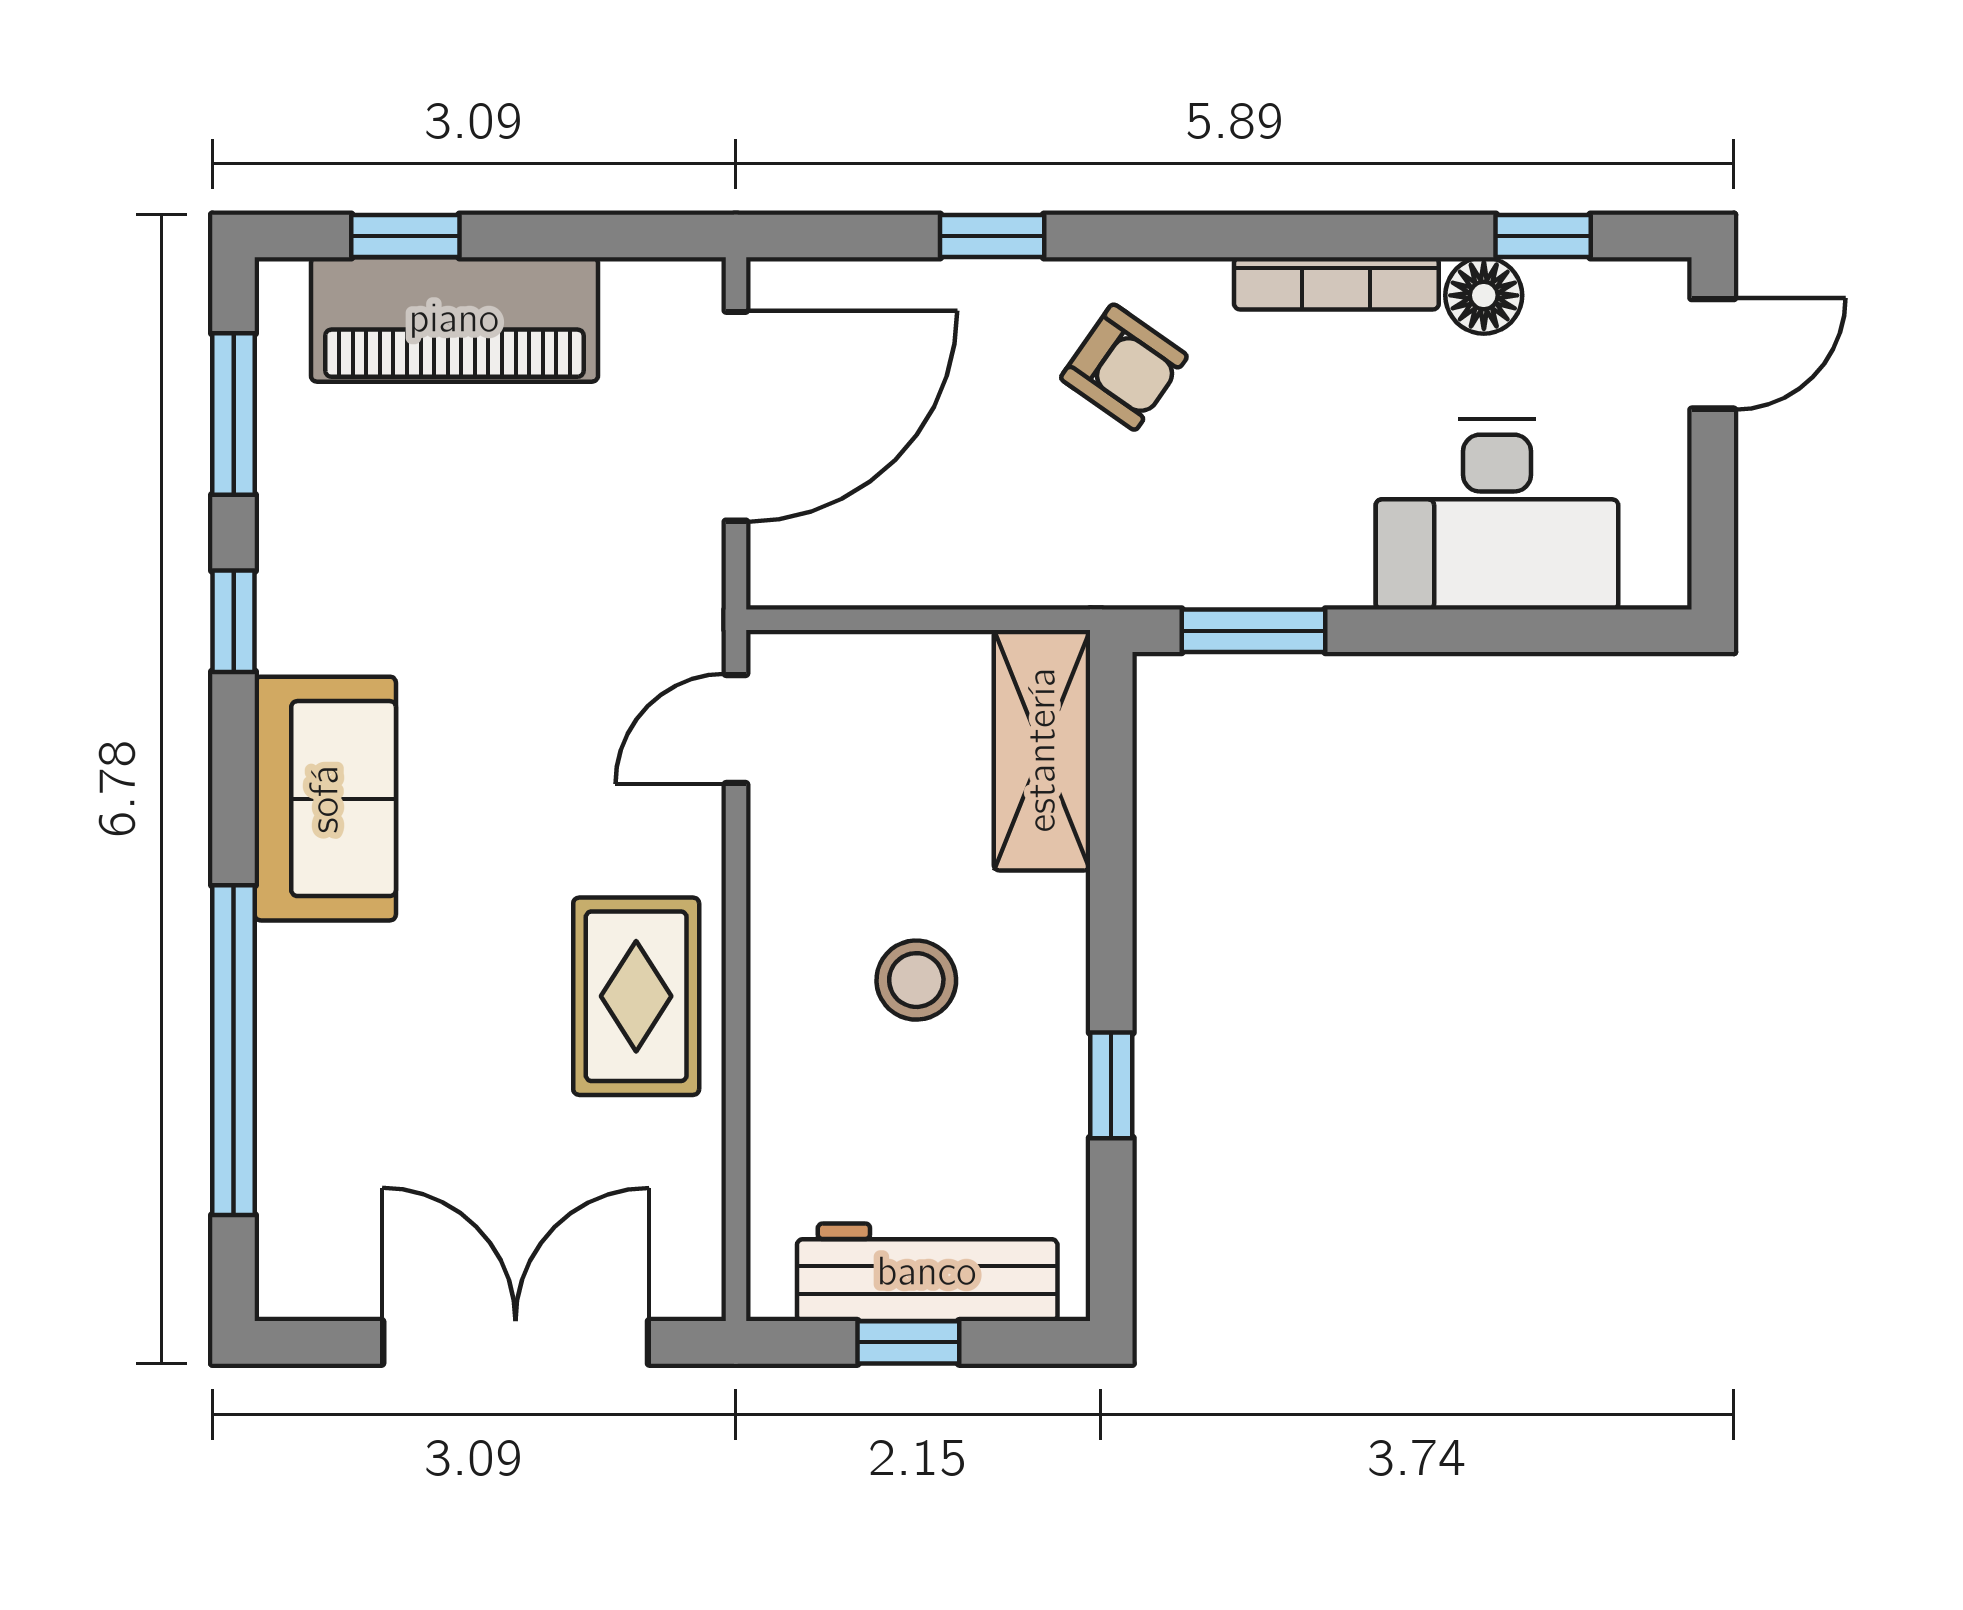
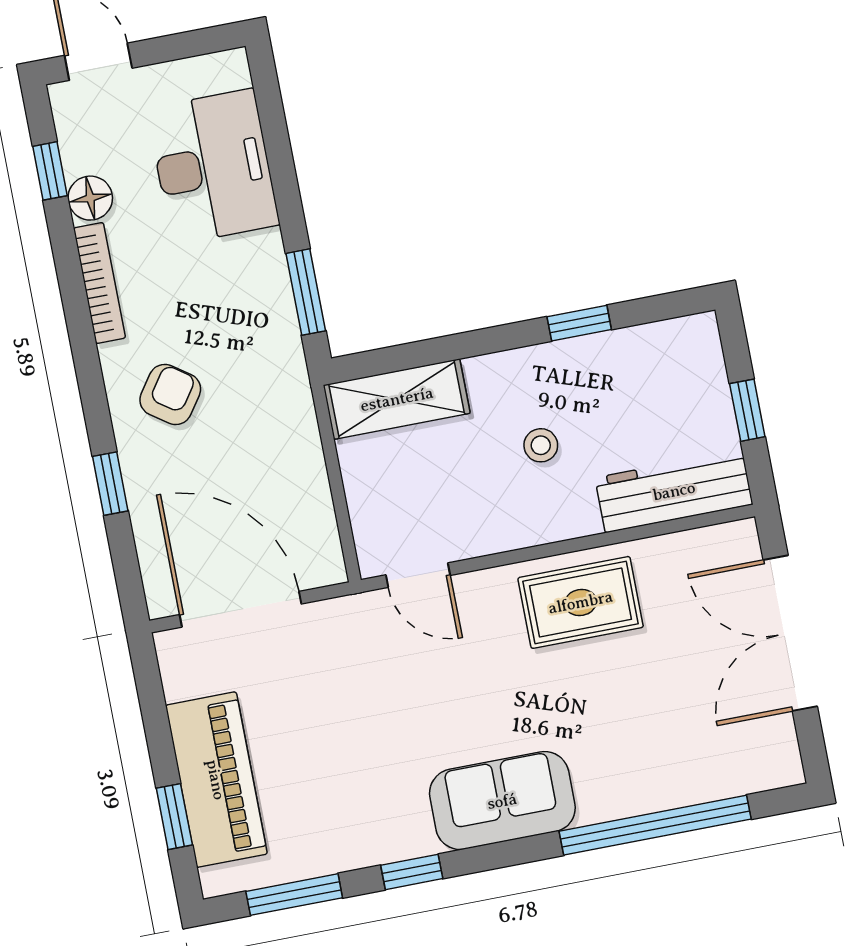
stool: (916, 980) -> (541, 445), width x0.73, depth x0.73
workbench: (927, 1272) -> (674, 491), moved, turned 90

